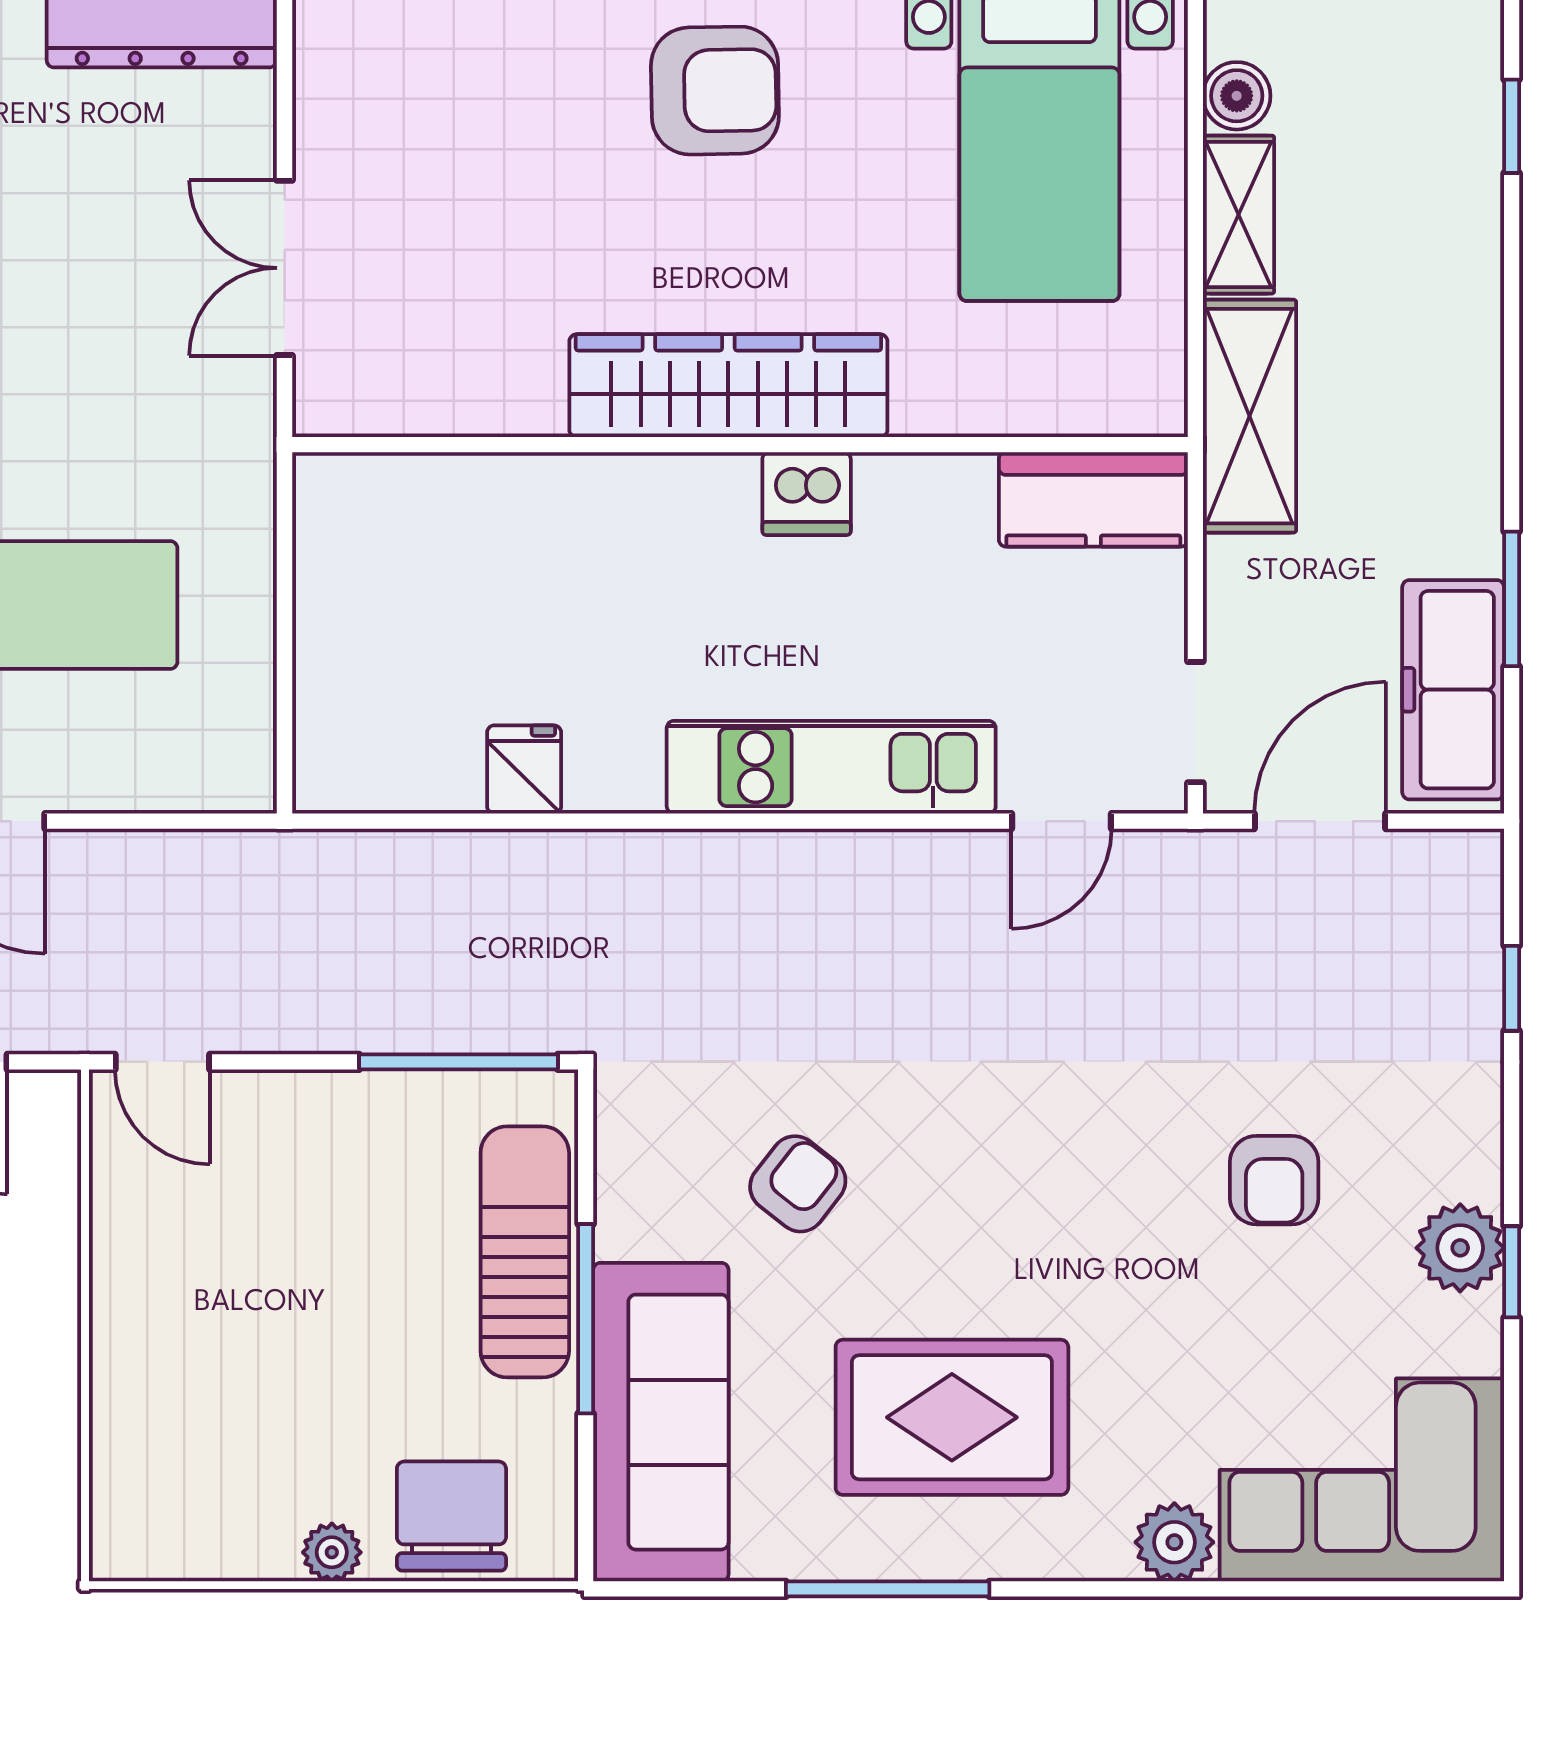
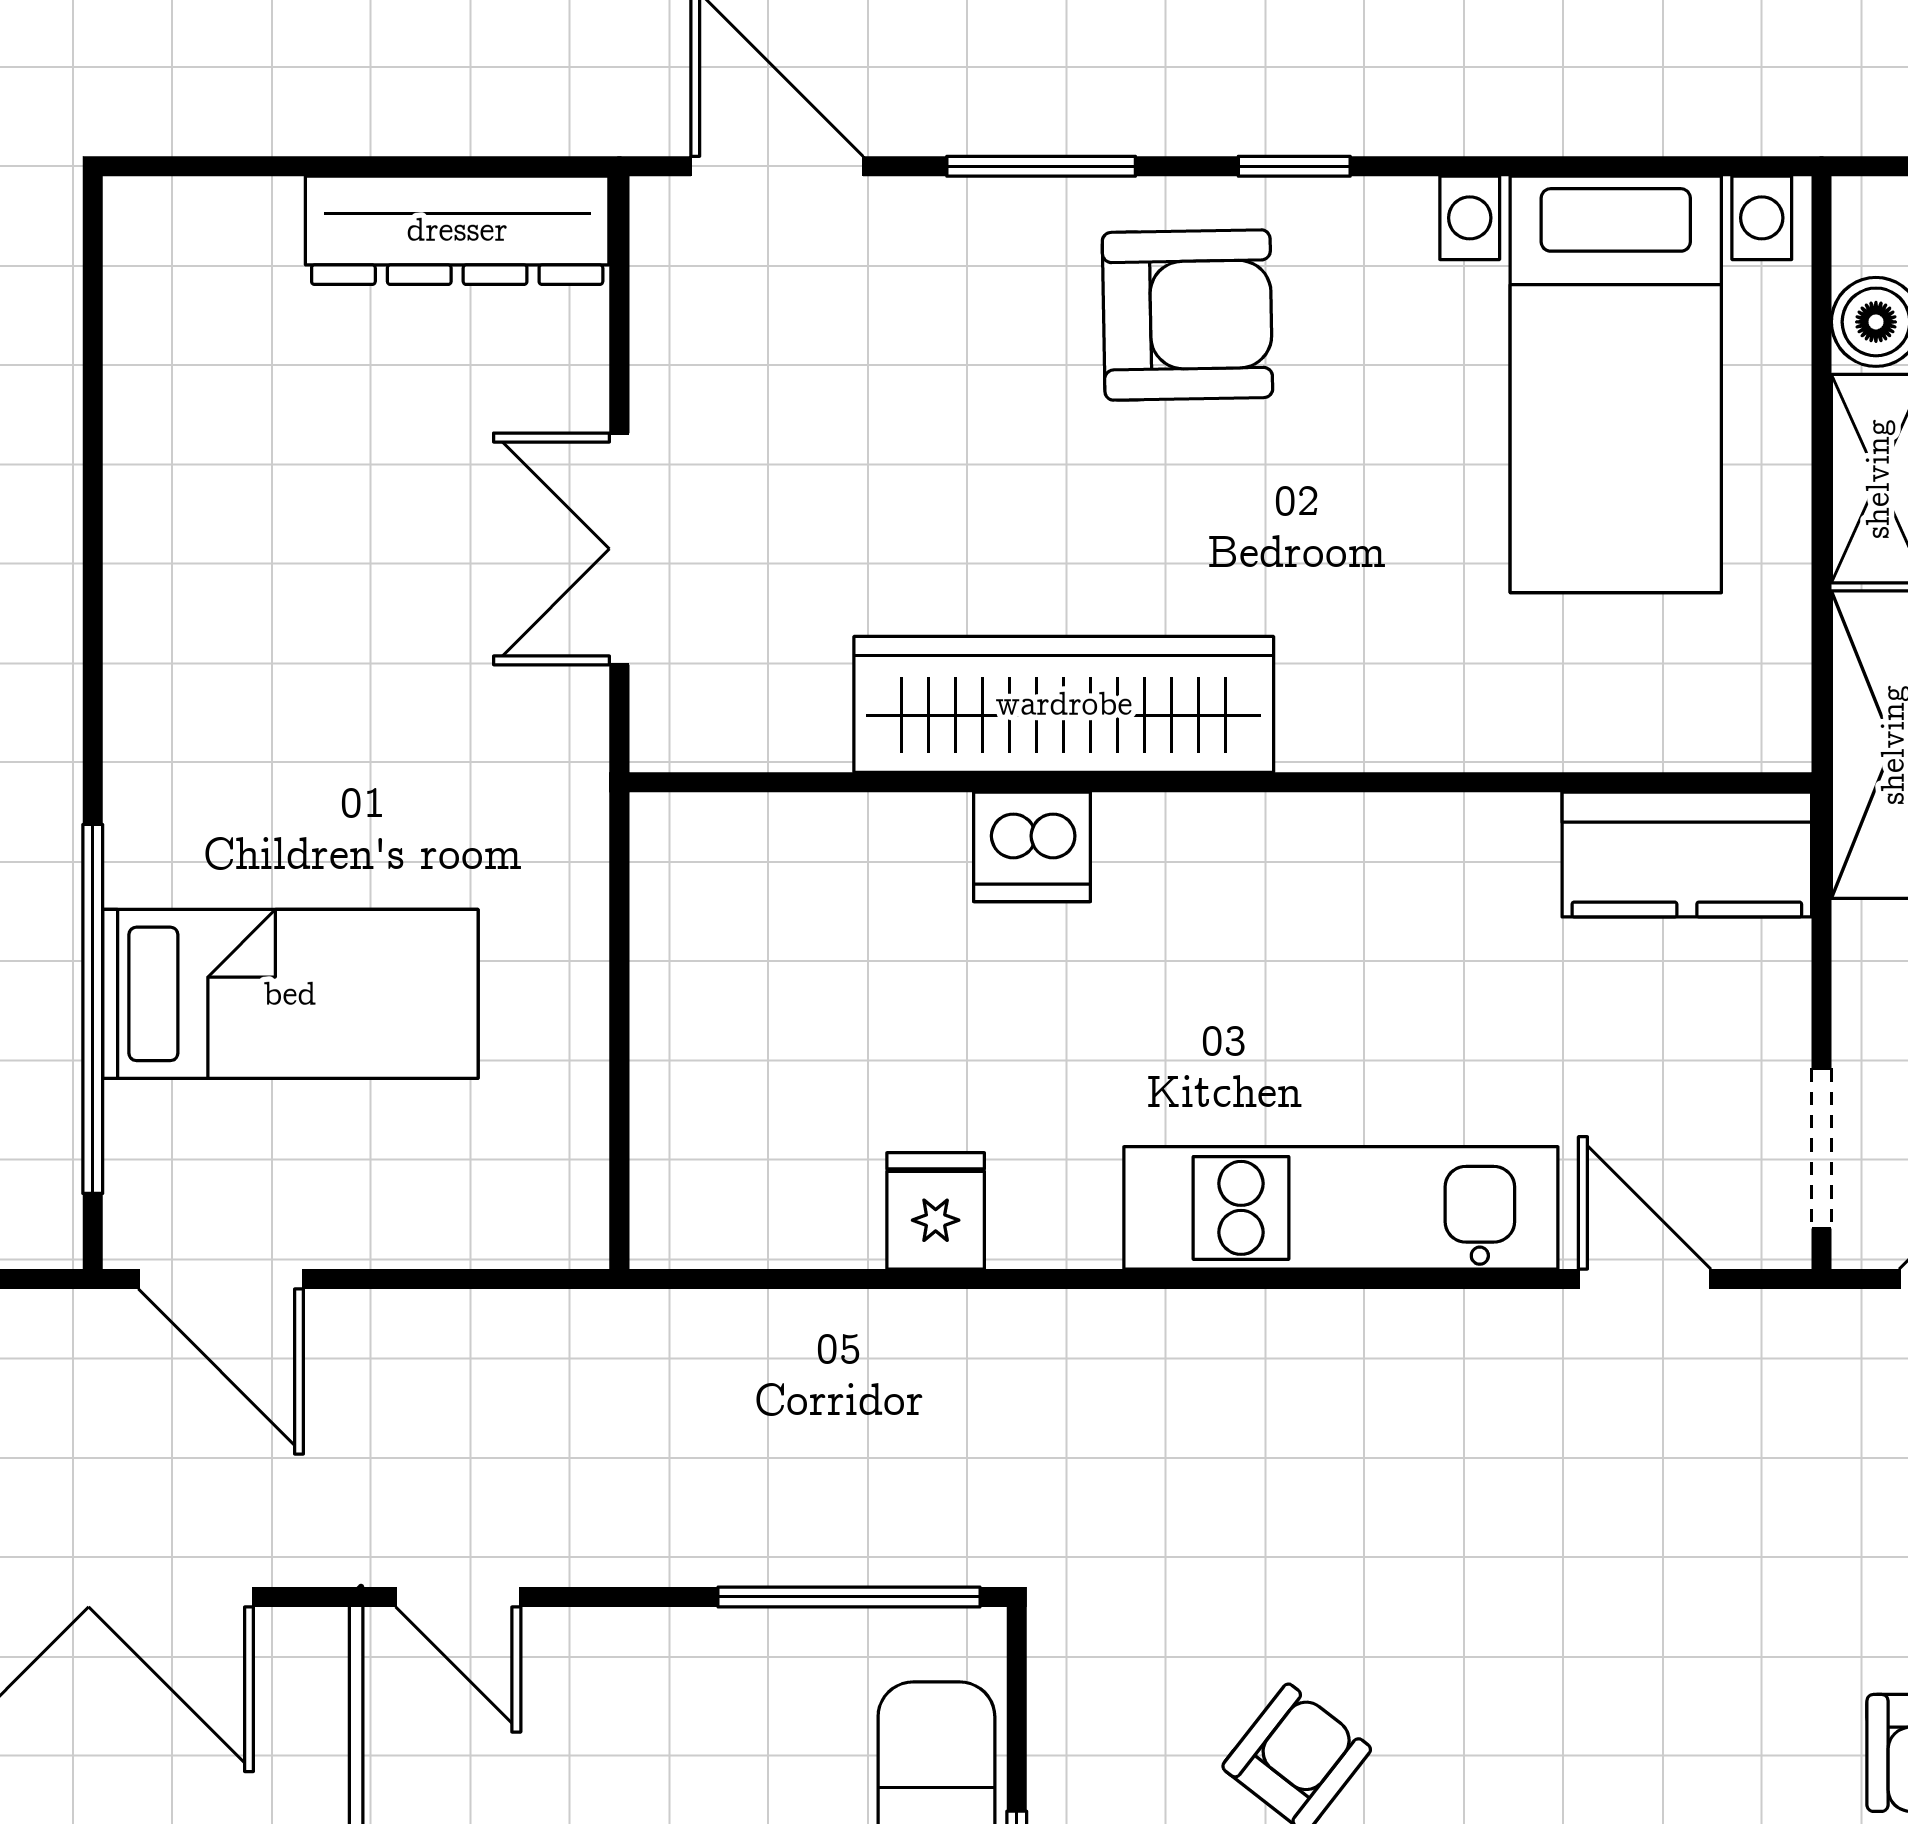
wardrobe: (728, 386) -> (1064, 704), moved
dishwasher: (807, 494) -> (1032, 847), moved
door: (1061, 821) -> (1645, 1279), swing flipped

